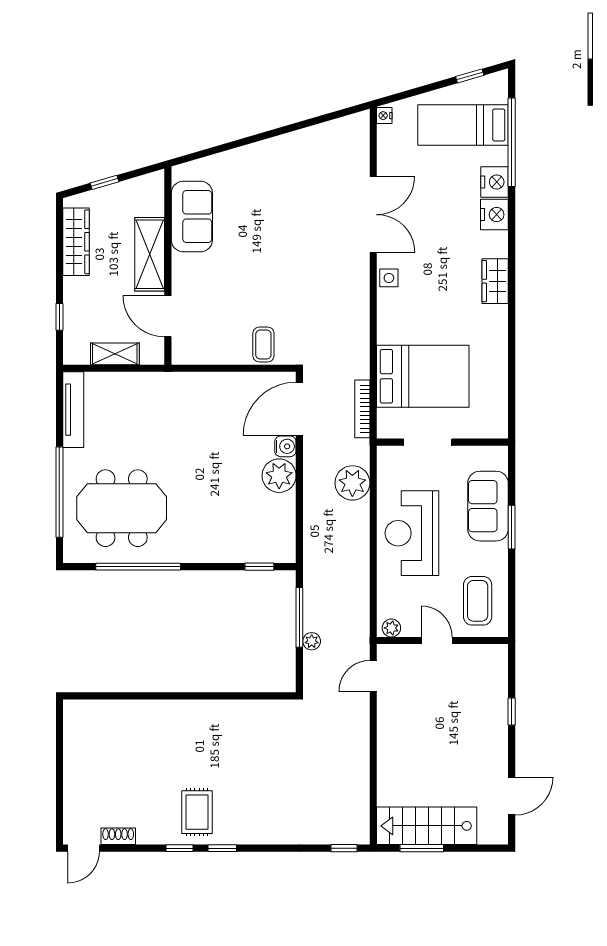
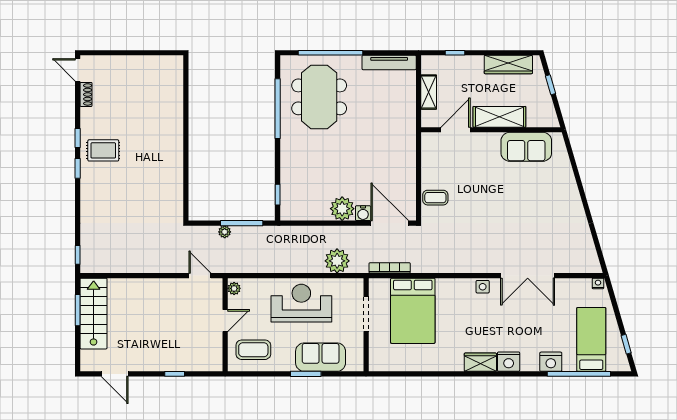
nightstand: (494, 215) -> (509, 362), moved

